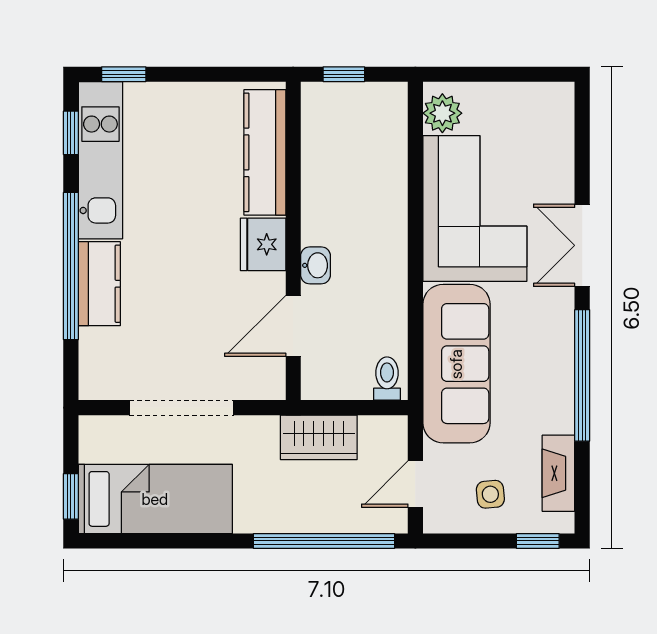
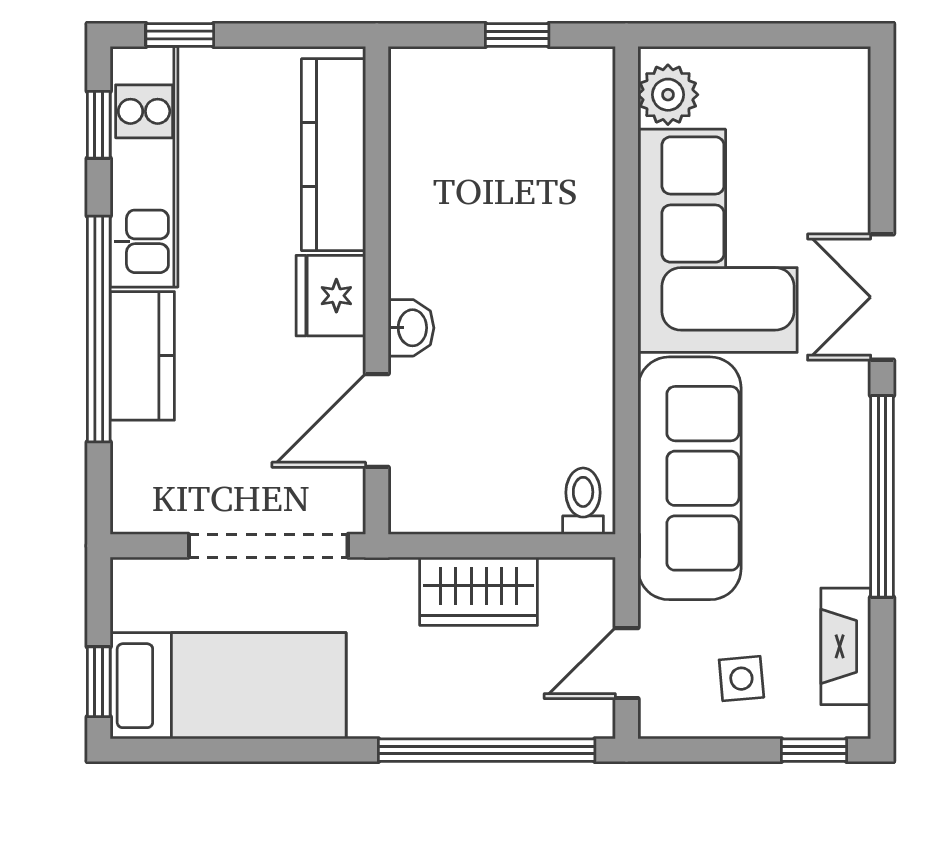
kitchen counter: (265, 152) -> (334, 155), moved
wall: (293, 241) -> (377, 290), moved
fridge: (263, 244) -> (331, 296), moved
washbasin: (315, 265) -> (411, 328), moved
door: (293, 326) -> (377, 420), moved

